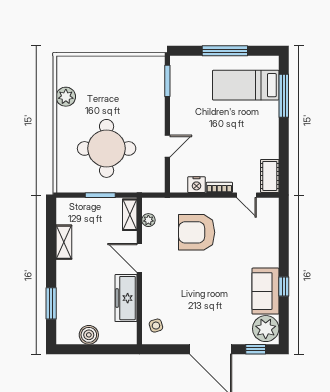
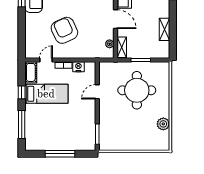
bed: (246, 85) -> (46, 94), moved
window: (284, 145) -> (22, 92), added
door: (246, 195) -> (46, 60), hinge flipped
armchair: (197, 232) -> (64, 30), moved, turned -115

